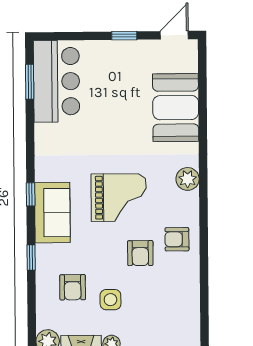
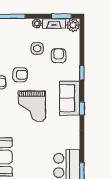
grand piano: (119, 198) -> (32, 106), turned -90
armchair: (140, 253) -> (20, 75), turned 93

